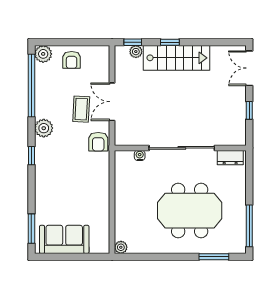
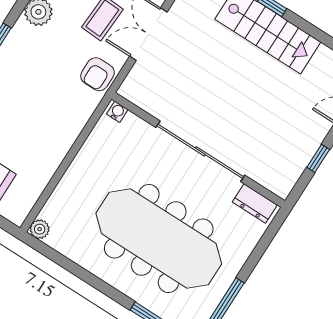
water cooler: (140, 155) -> (117, 112), moved
meeting table: (190, 211) -> (159, 238), width x1.36

